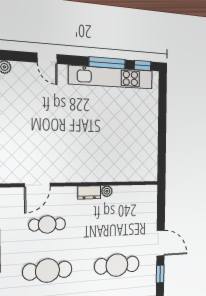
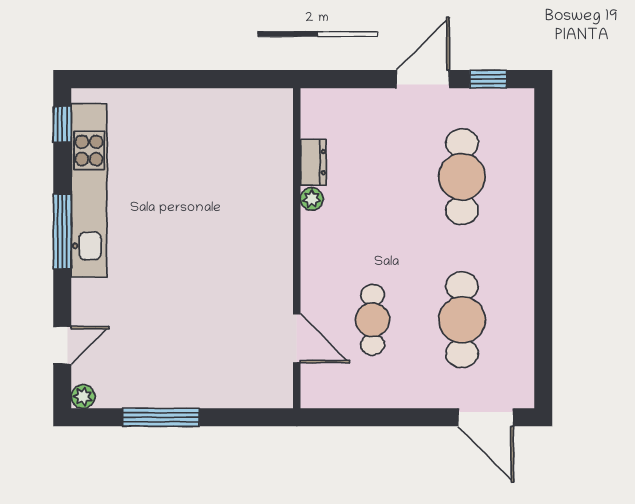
door: (47, 58) -> (62, 345), moved
window: (107, 63) -> (62, 231), moved
dresser: (89, 192) -> (313, 162), moved

